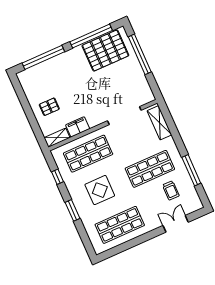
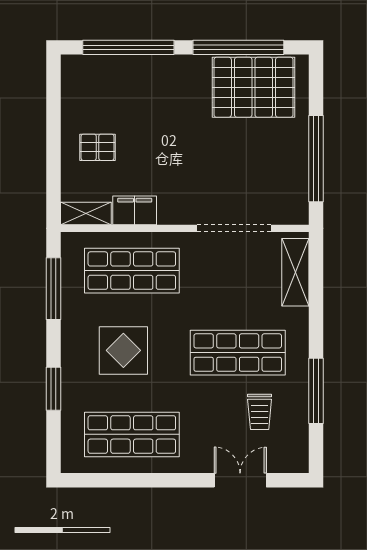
window: (140, 54) -> (316, 159), moved
window: (57, 177) -> (53, 289), width x2.17
window: (72, 210) -> (53, 389), moved

